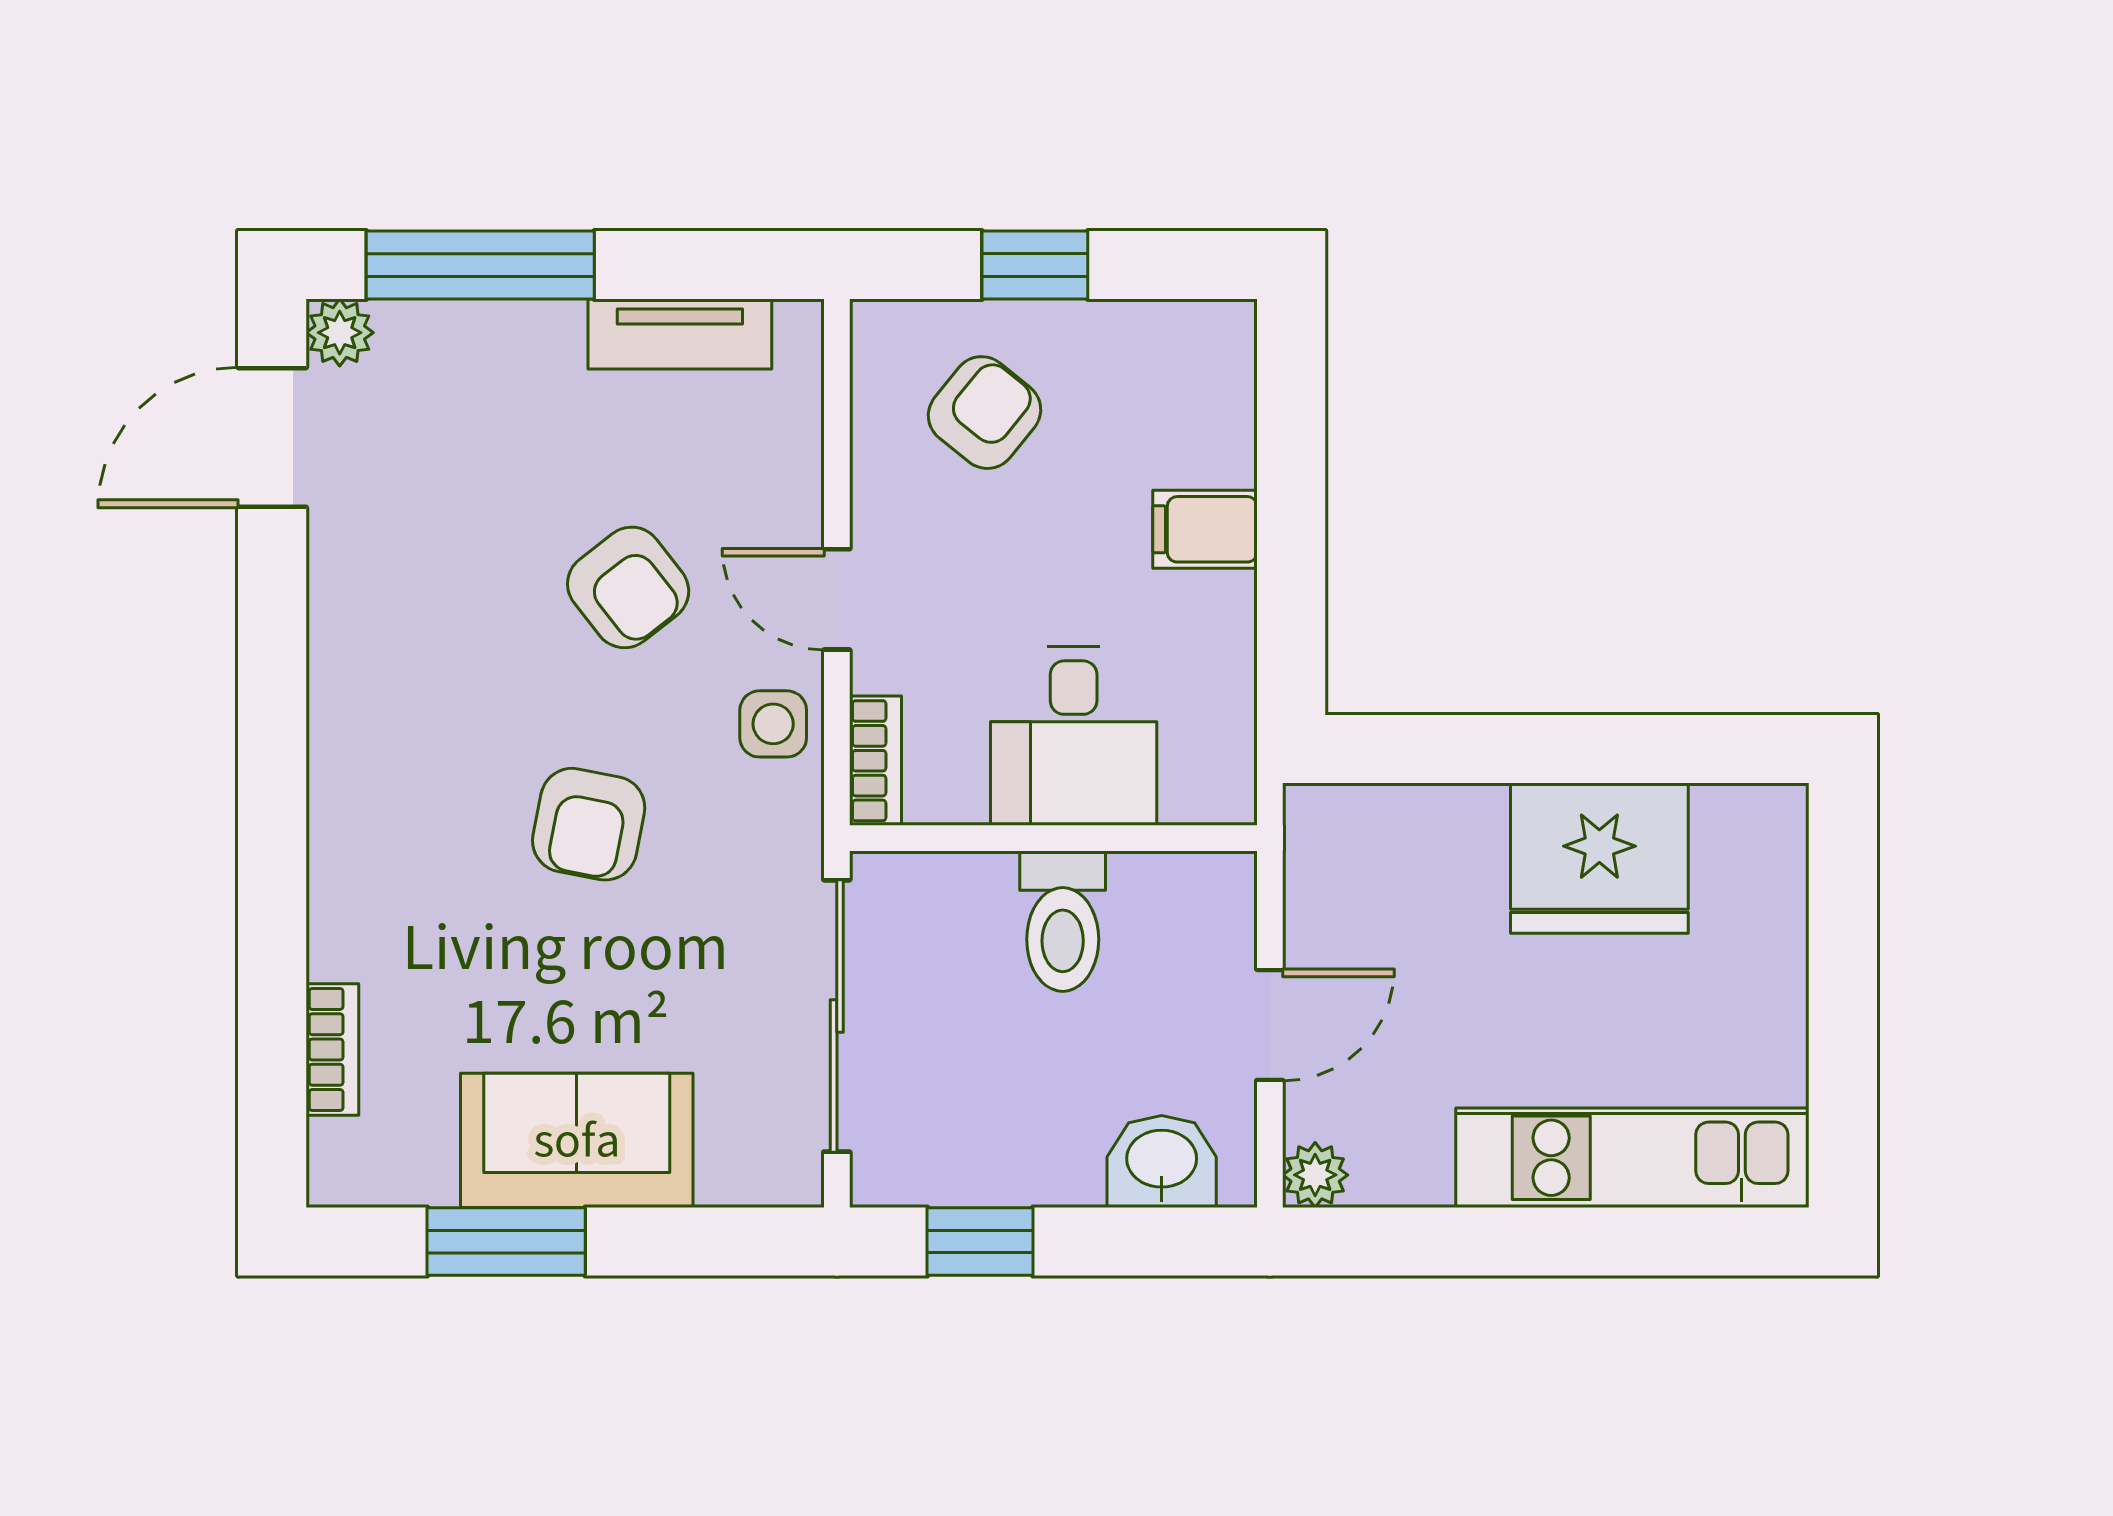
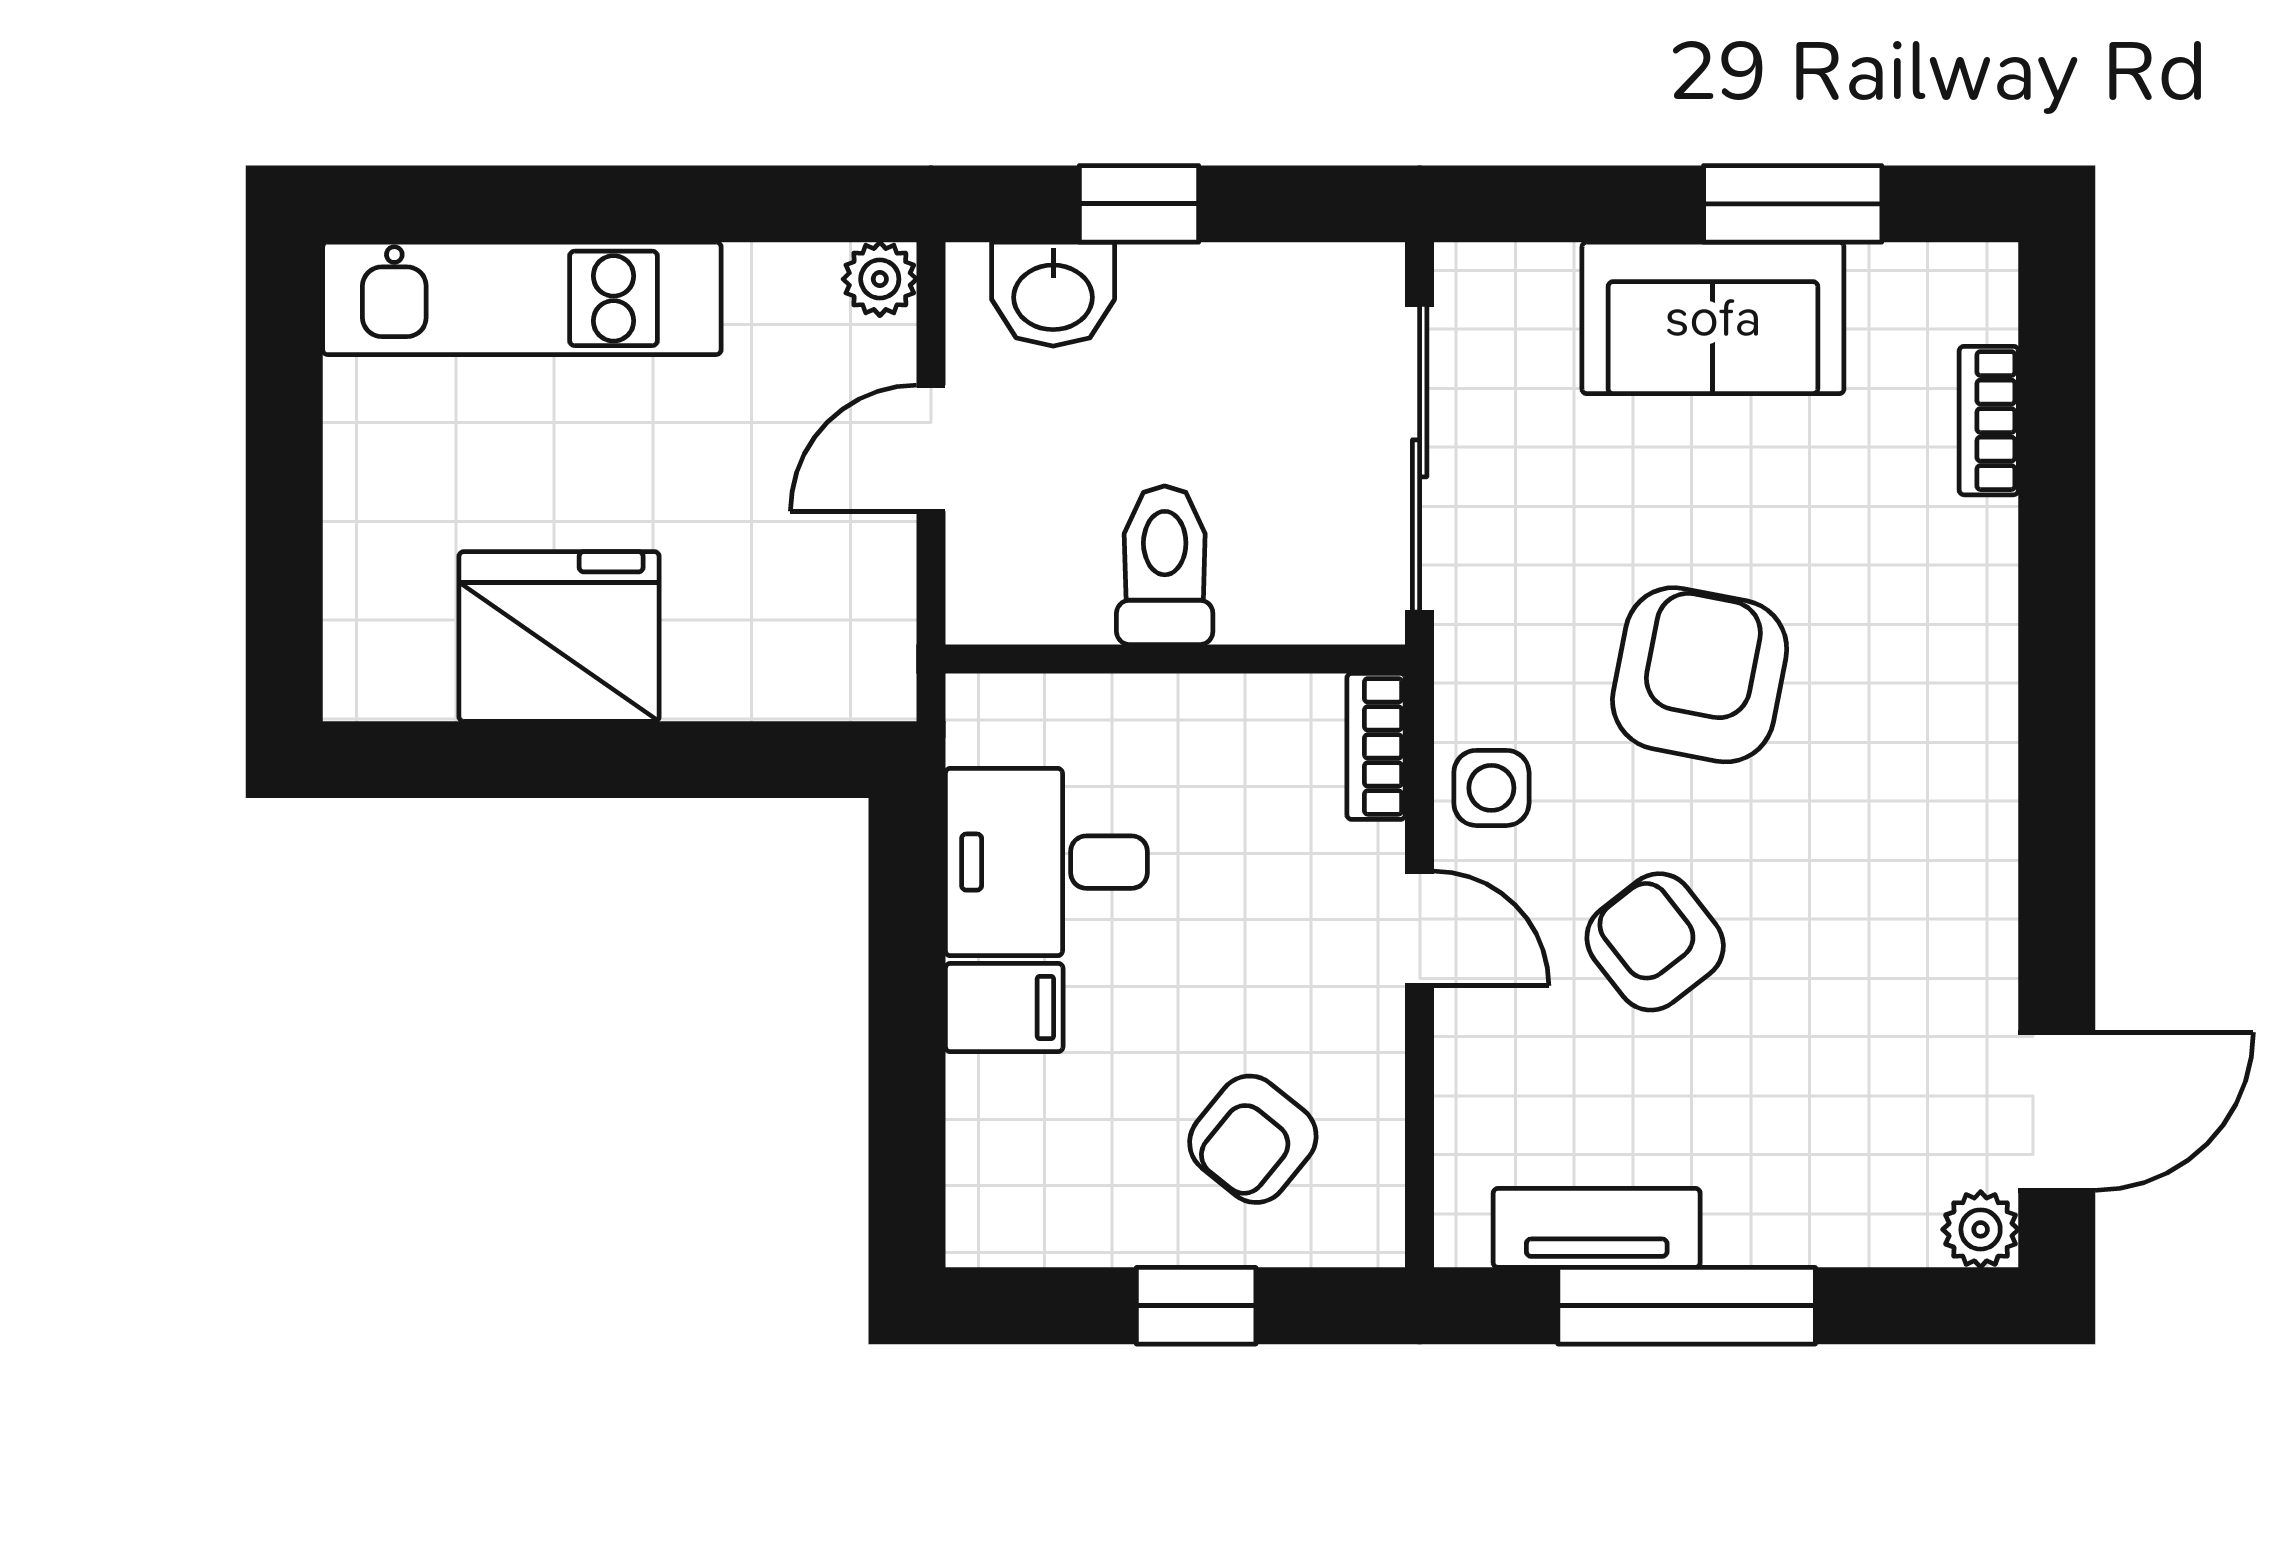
window: (480, 265) -> (1687, 1306), moved
desk: (1074, 736) -> (1046, 862), moved, turned -90
armchair: (589, 824) -> (1700, 675), width x1.38, depth x1.38
window: (980, 1241) -> (1139, 204), moved

